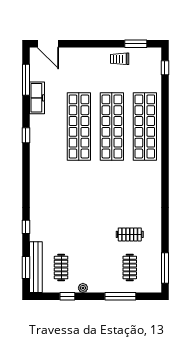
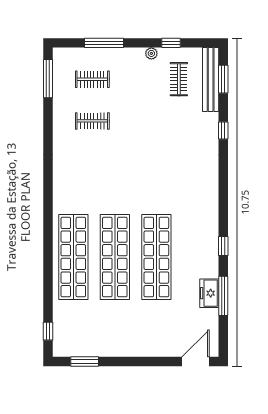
door: (48, 44) -> (196, 361), hinge flipped
trolley: (120, 59) -> (105, 342), removed
window: (26, 80) -> (223, 296), moved
freezer: (37, 98) -> (209, 293), width x0.71
clothes rail: (130, 267) -> (92, 79), turned 90

